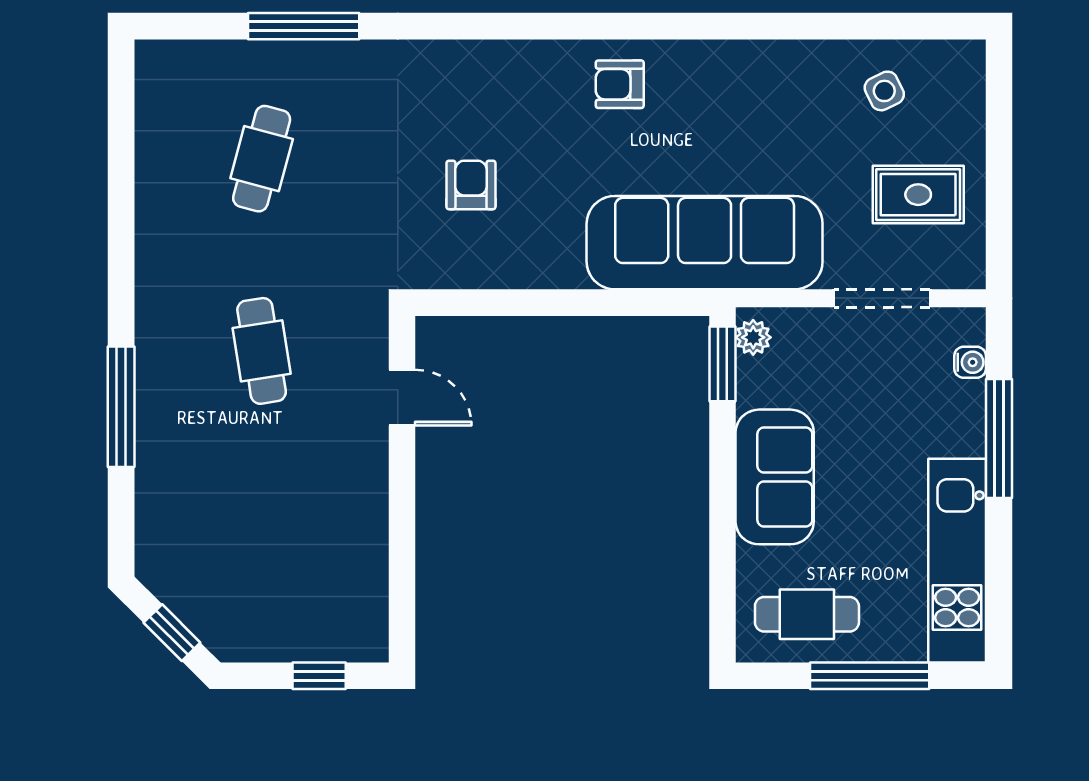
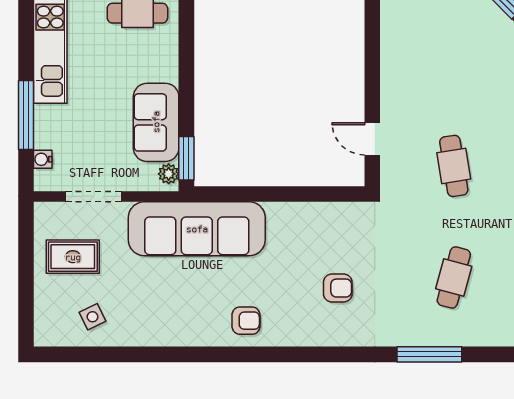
armchair: (471, 185) -> (338, 288), moved, turned -90
sofa: (775, 477) -> (156, 122), moved

